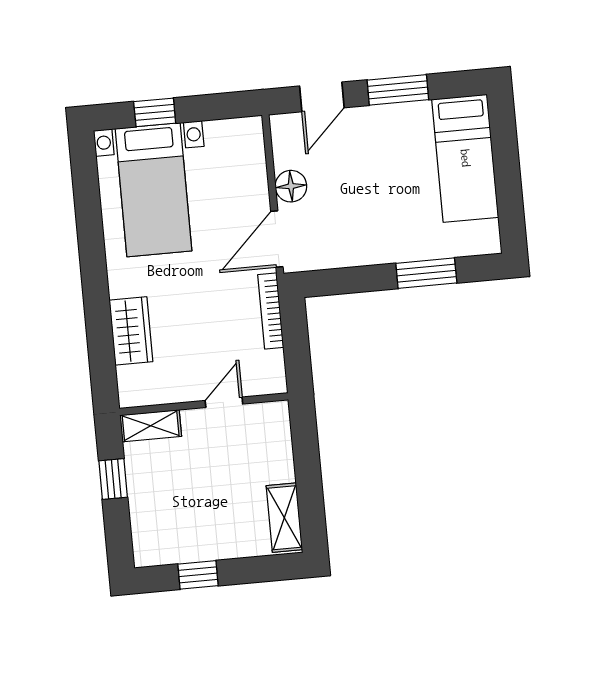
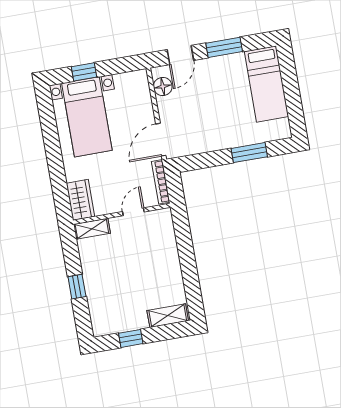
floor lamp: (291, 186) -> (163, 87), moved
door: (224, 402) -> (133, 212), moved
wall: (204, 404) -> (122, 214), moved
shelving: (151, 426) -> (92, 229), moved
shelving: (284, 518) -> (168, 316), moved, turned 90

